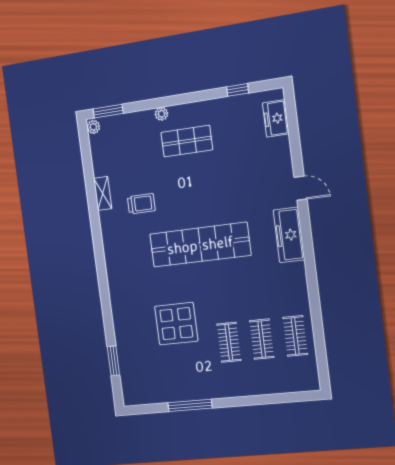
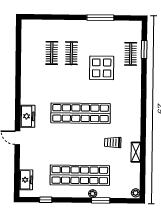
window: (108, 111) -> (101, 200), moved
shop shelf: (187, 141) -> (80, 175), width x2.00, depth x1.36
freezer: (289, 235) -> (28, 116), width x0.71
clothes rail: (295, 336) -> (131, 54), moved

